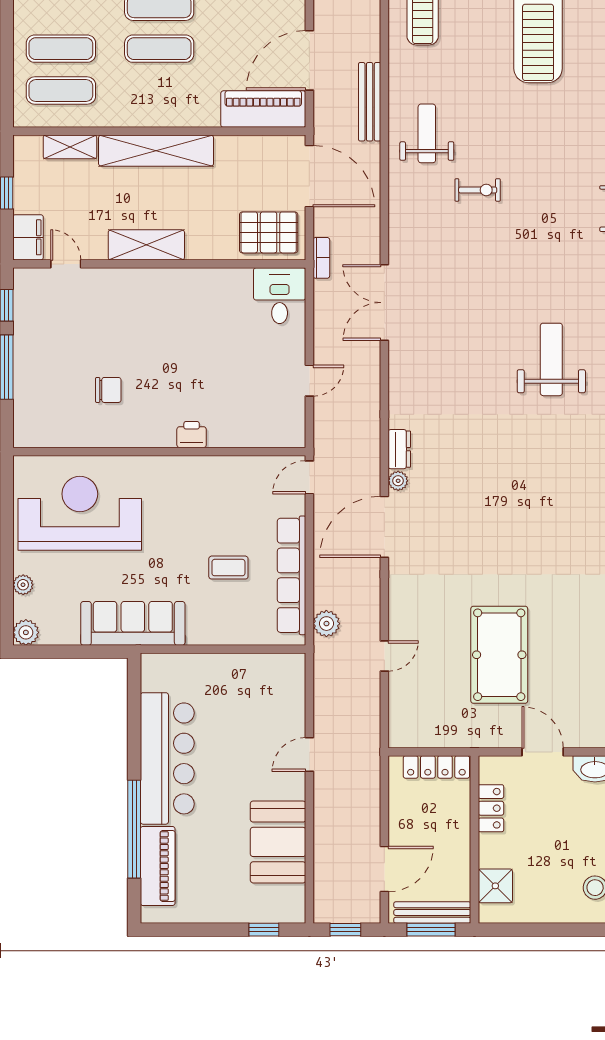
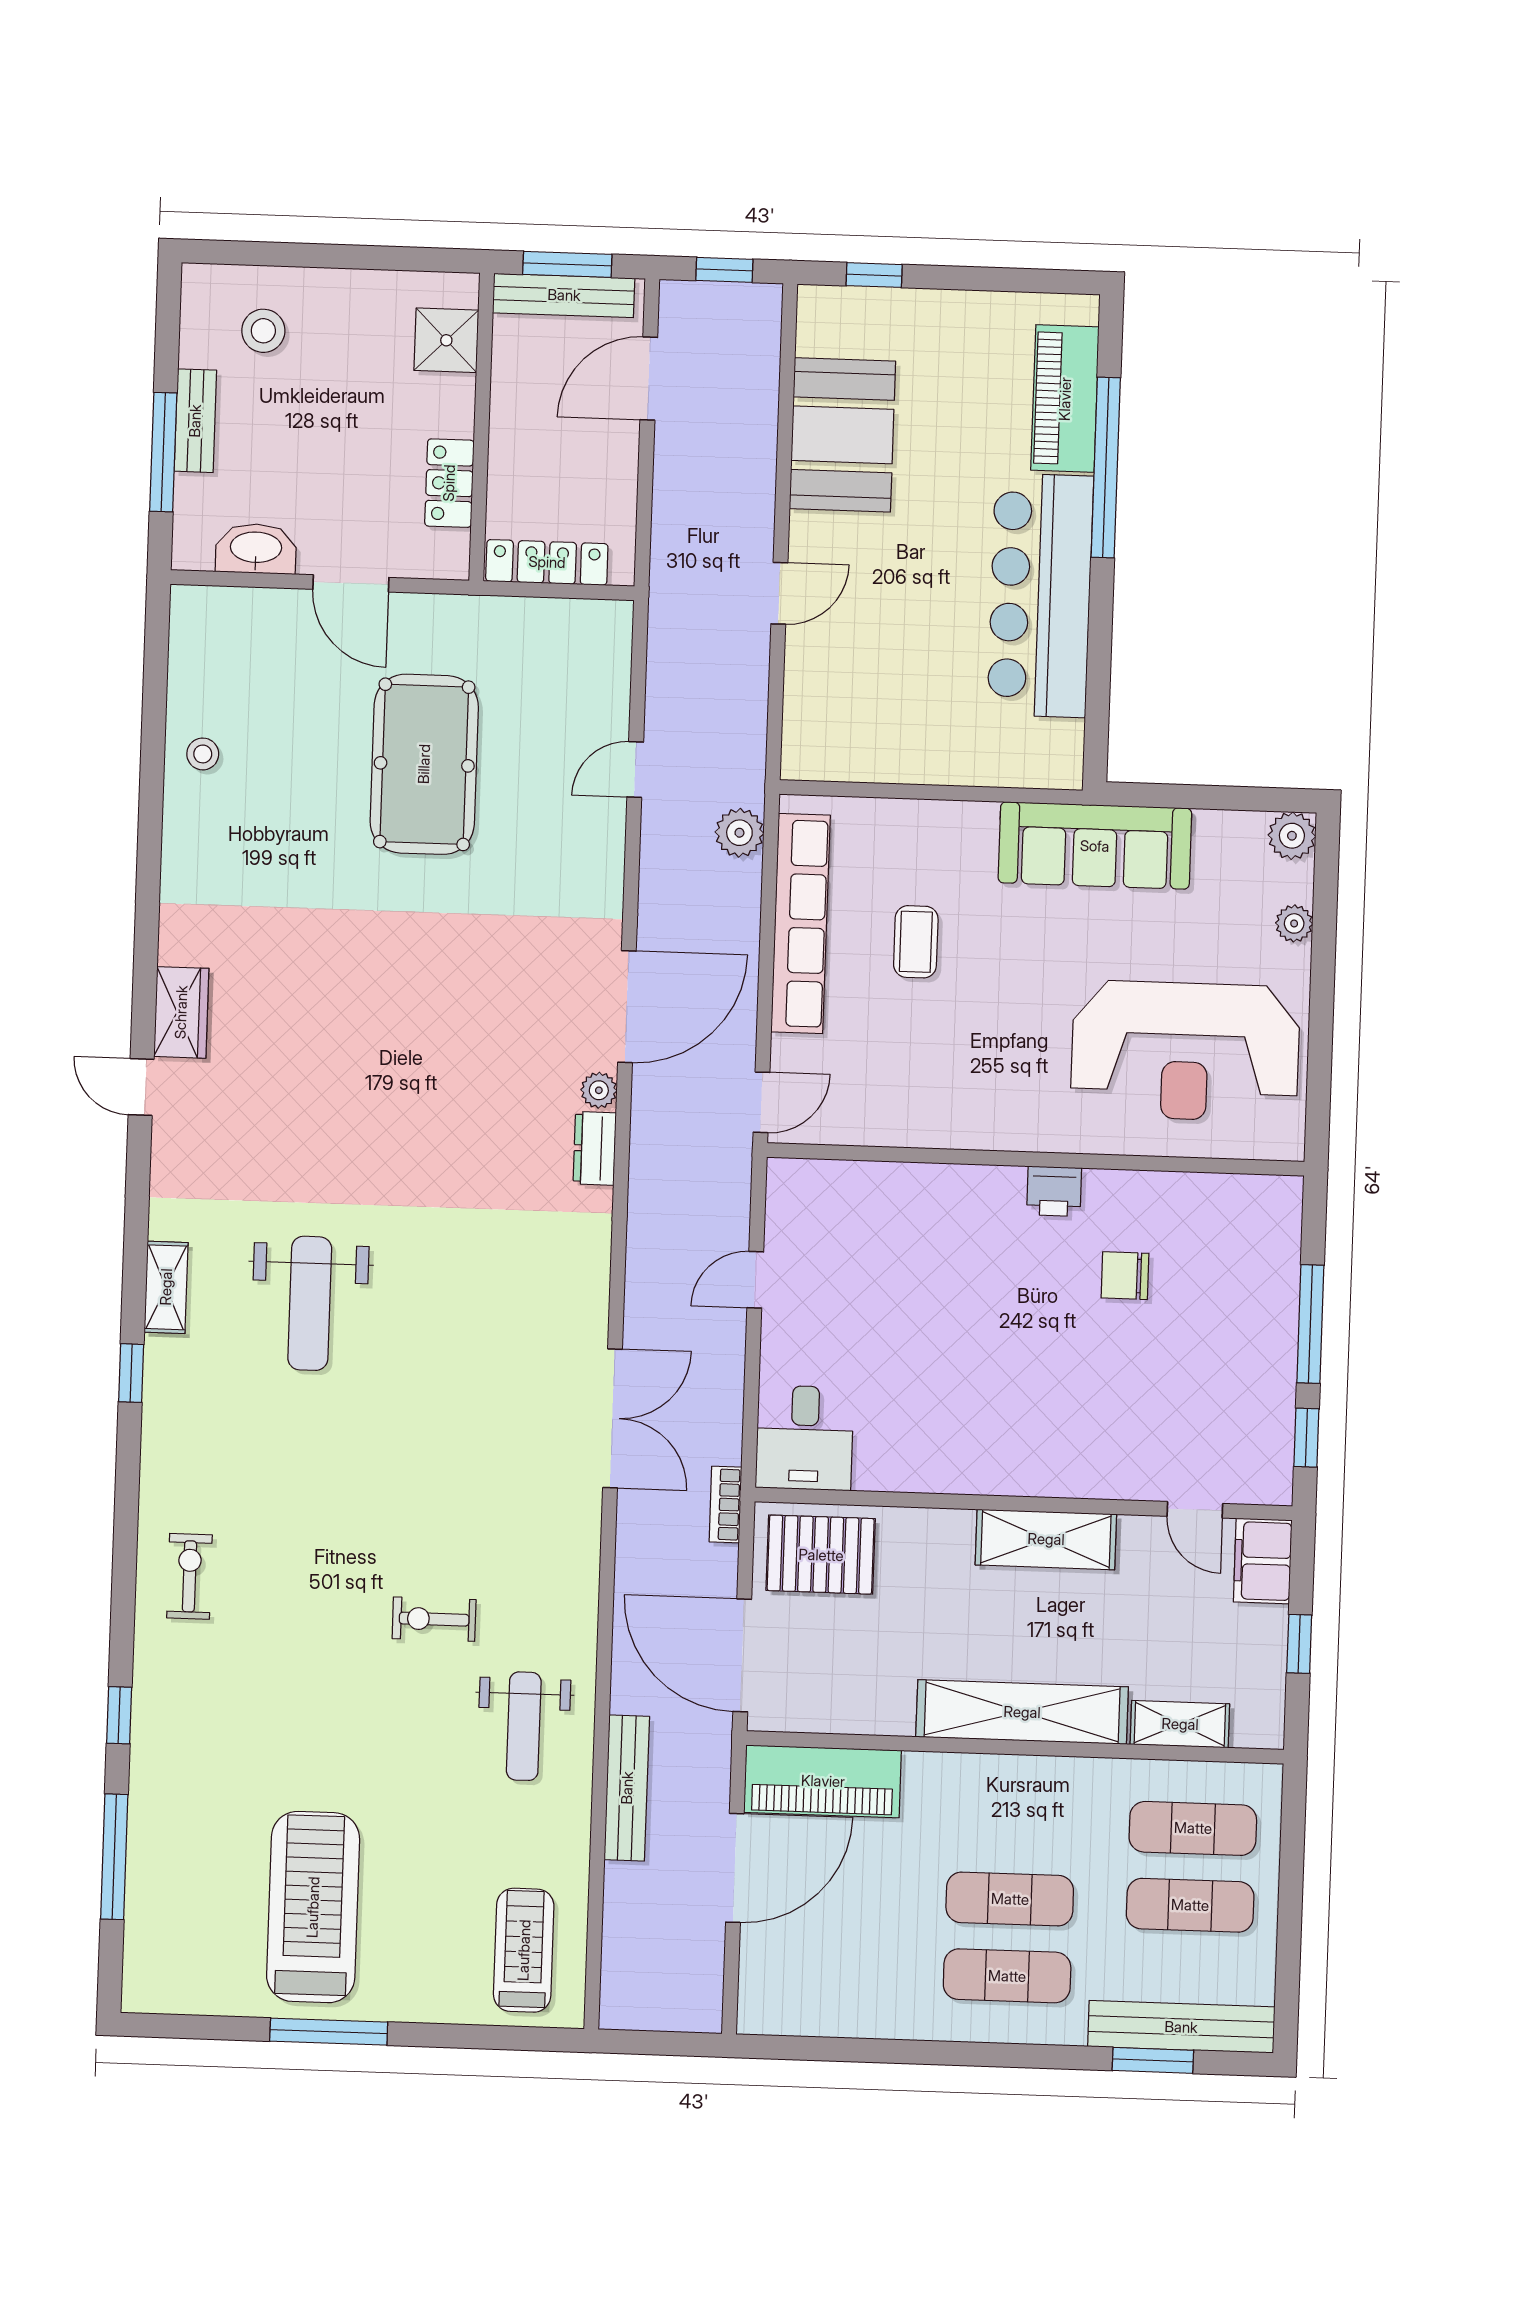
printer: (192, 435) -> (1054, 1191), moved
coffee table: (228, 568) -> (916, 942), turned 90

